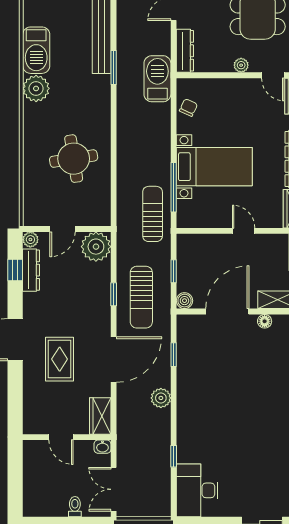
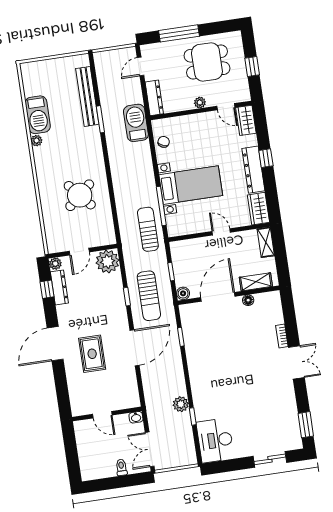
plant: (36, 88) -> (36, 141), width x0.53, depth x0.53
round table: (74, 159) -> (80, 195), turned -32
plant: (161, 398) -> (181, 404), moved
wardrobe: (100, 416) -> (131, 394), removed

